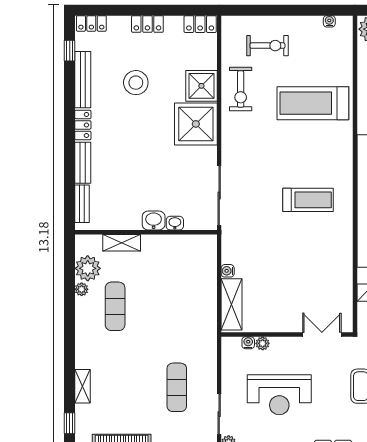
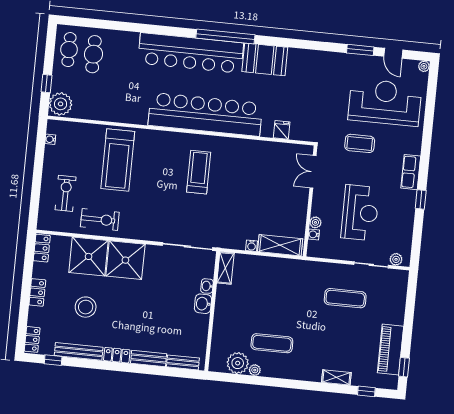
shower: (201, 86) -> (89, 256), width x1.37, depth x1.37
shelving: (122, 243) -> (225, 268), moved

